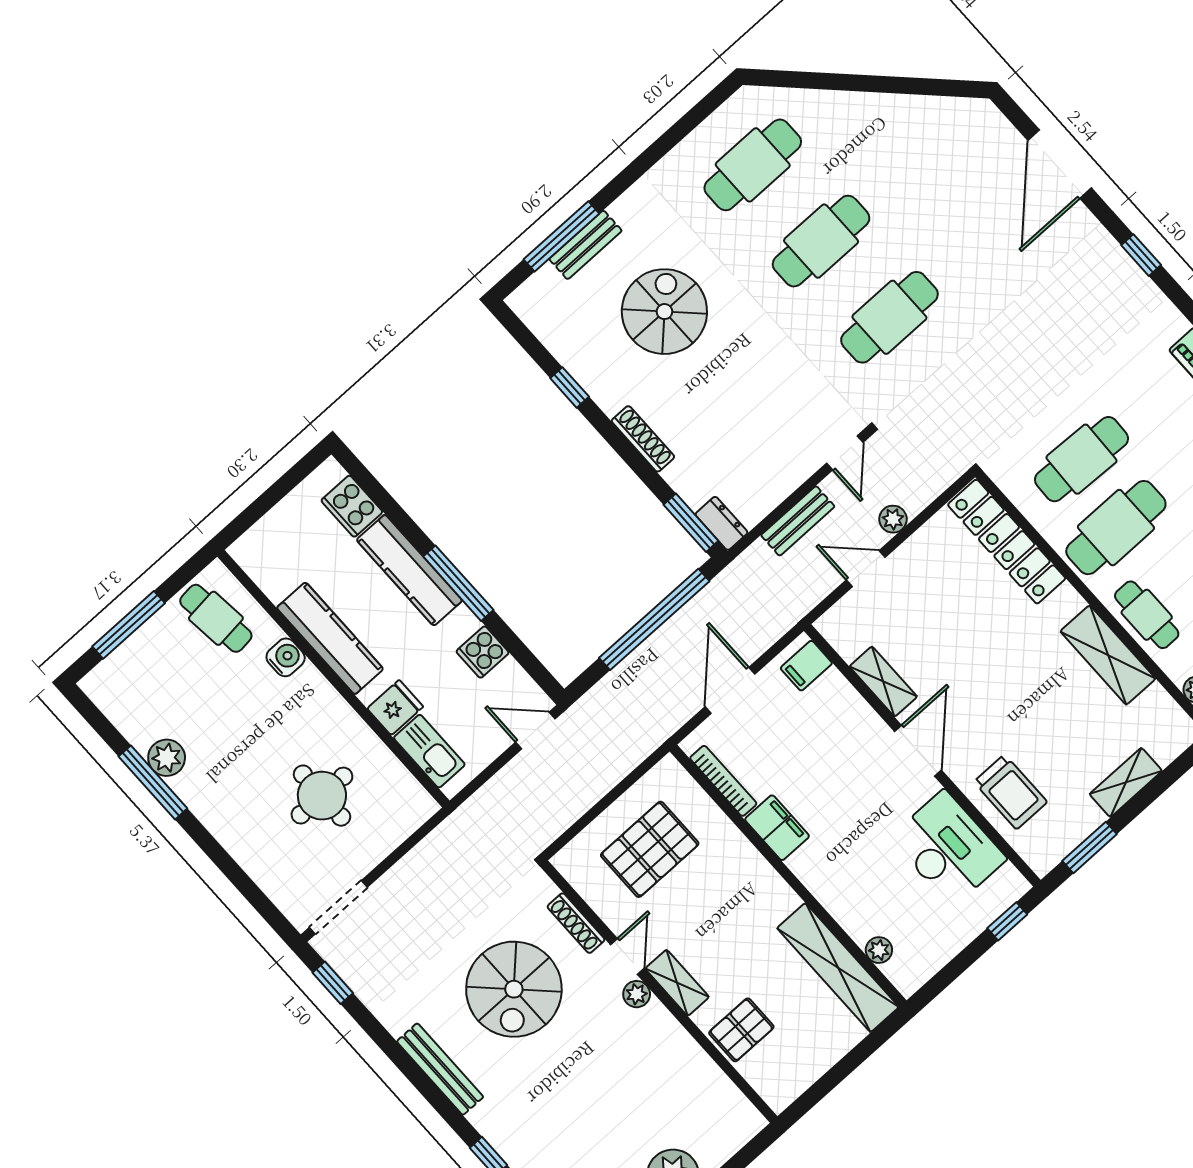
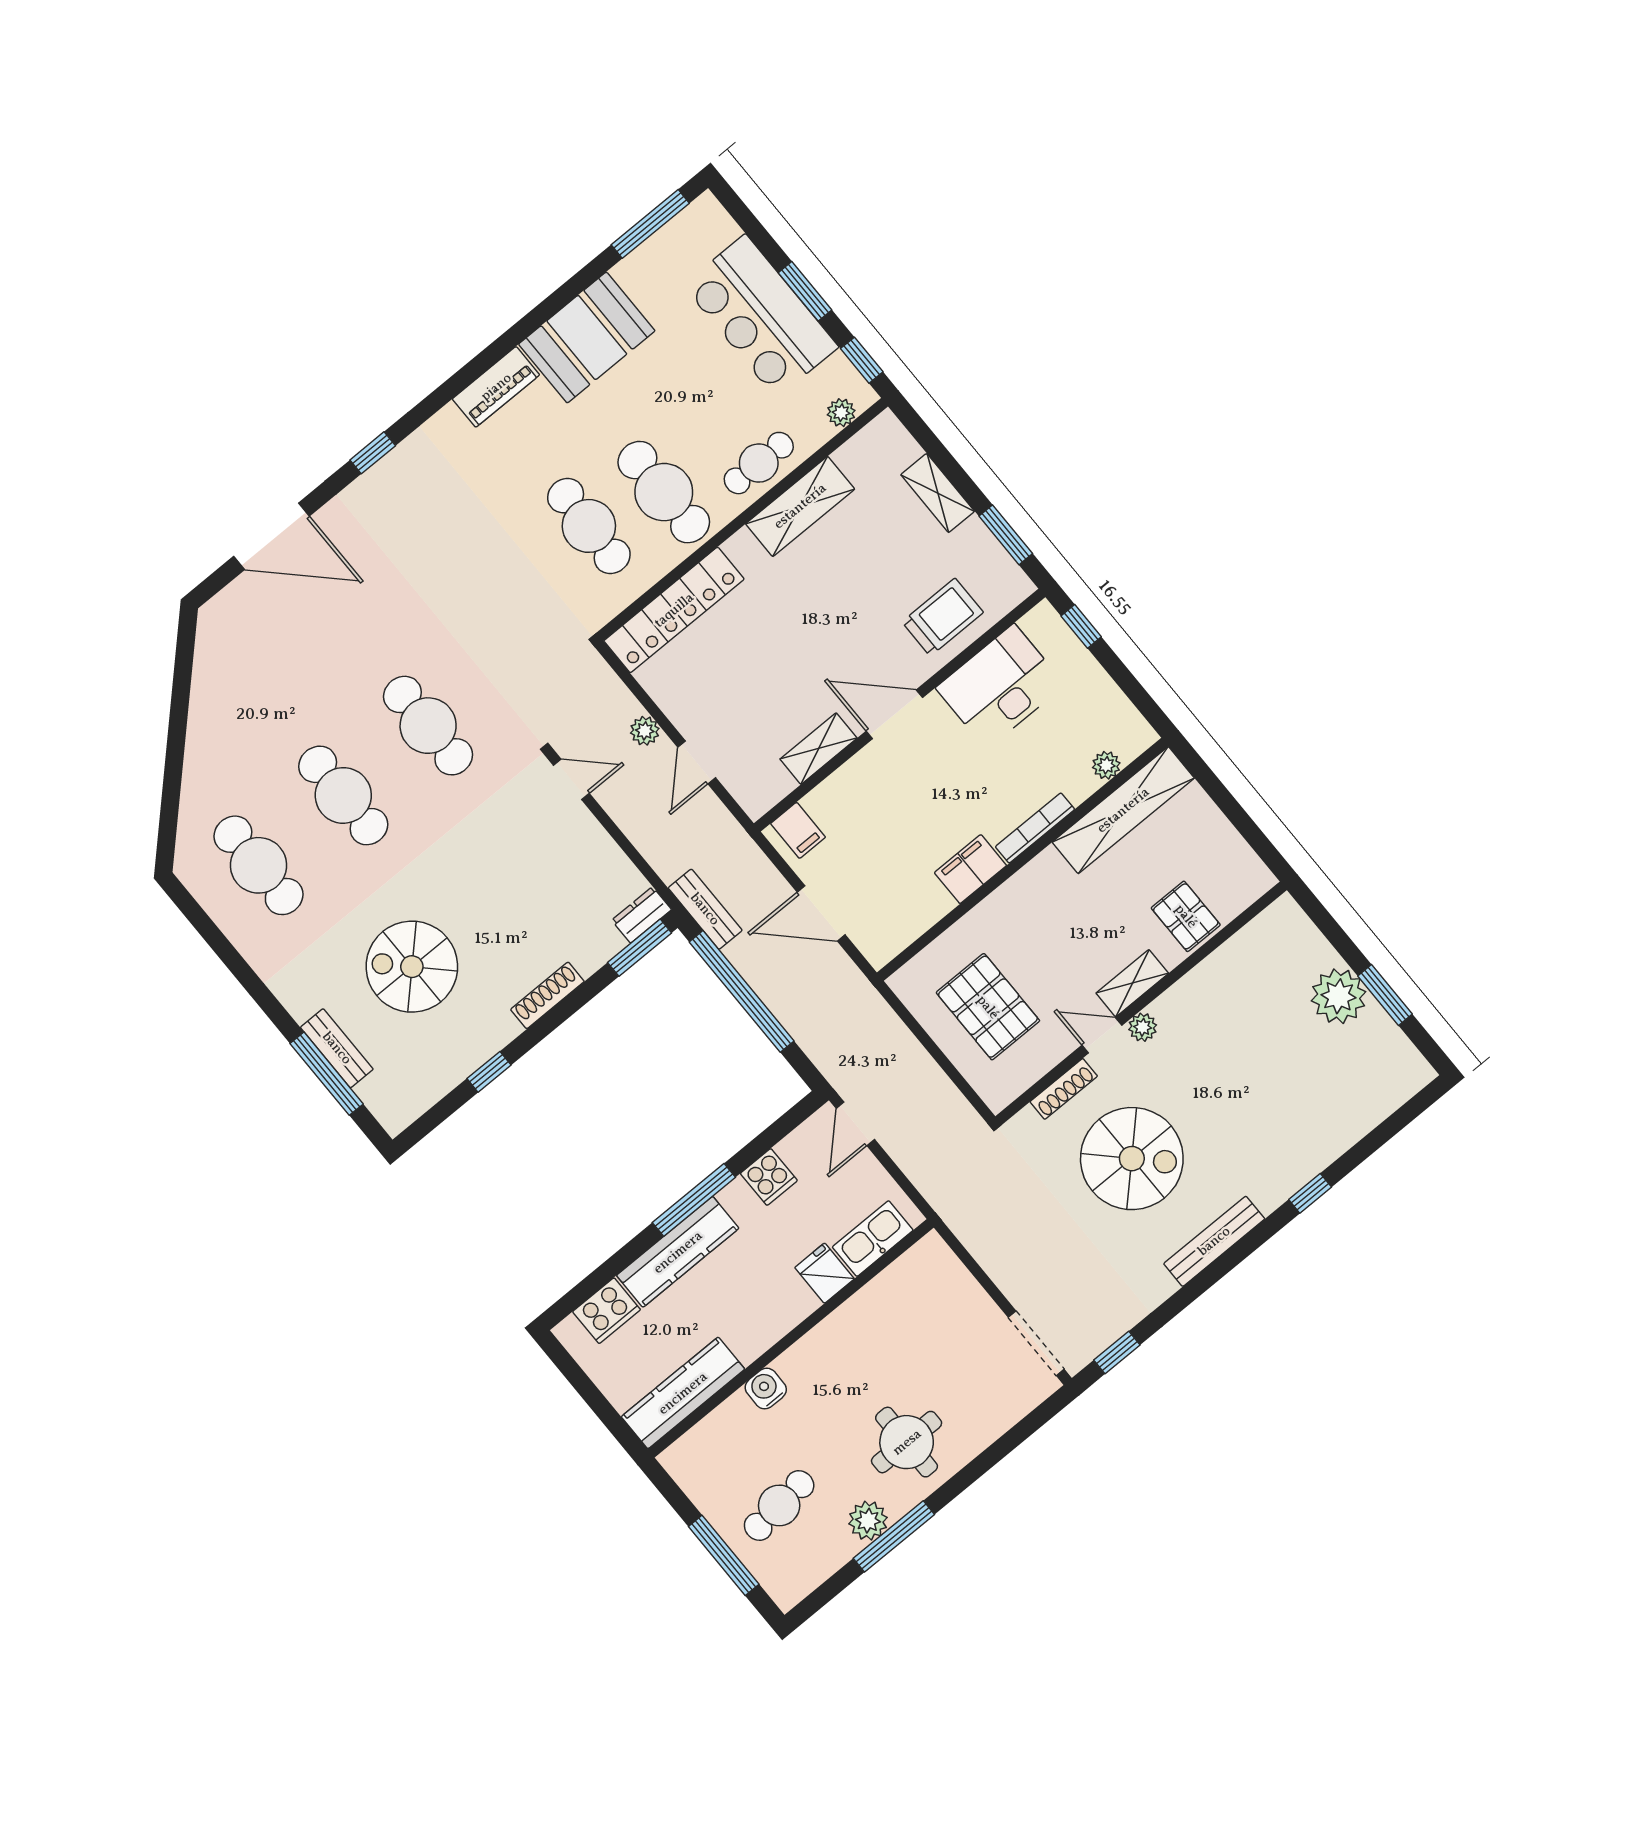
bench: (798, 521) -> (705, 909), moved
cafe table: (216, 618) -> (779, 1505), moved
kitchen counter: (330, 638) -> (683, 1393), moved
bookcase: (723, 781) -> (1035, 828), moved
round table: (322, 796) -> (907, 1442), moved

